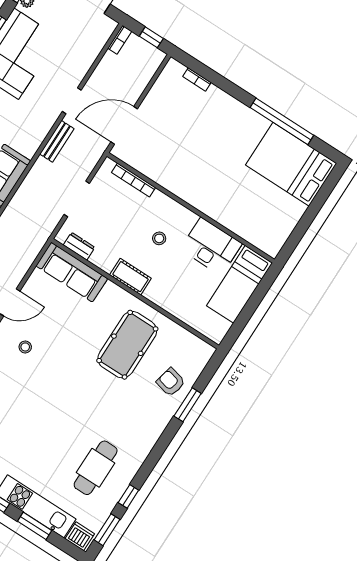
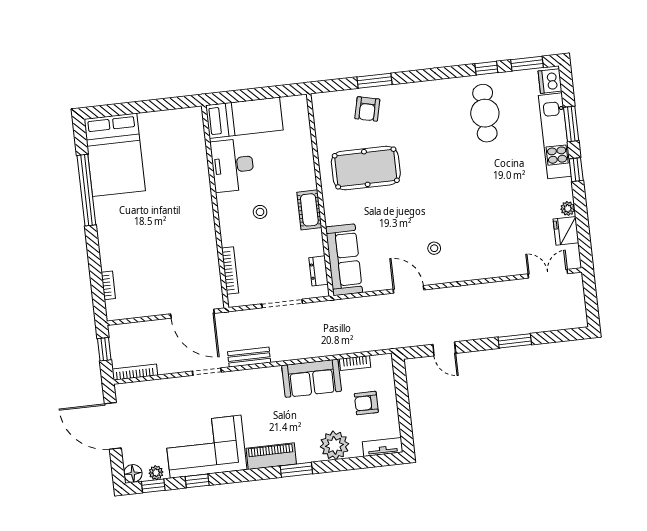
bookcase: (120, 40) -> (135, 372), width x1.56
cafe table: (96, 468) -> (485, 113), turned 90

